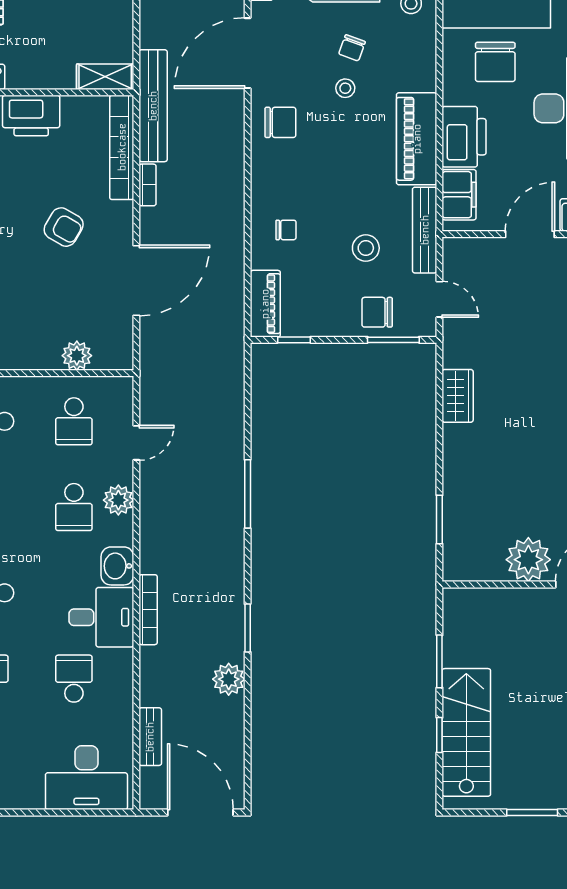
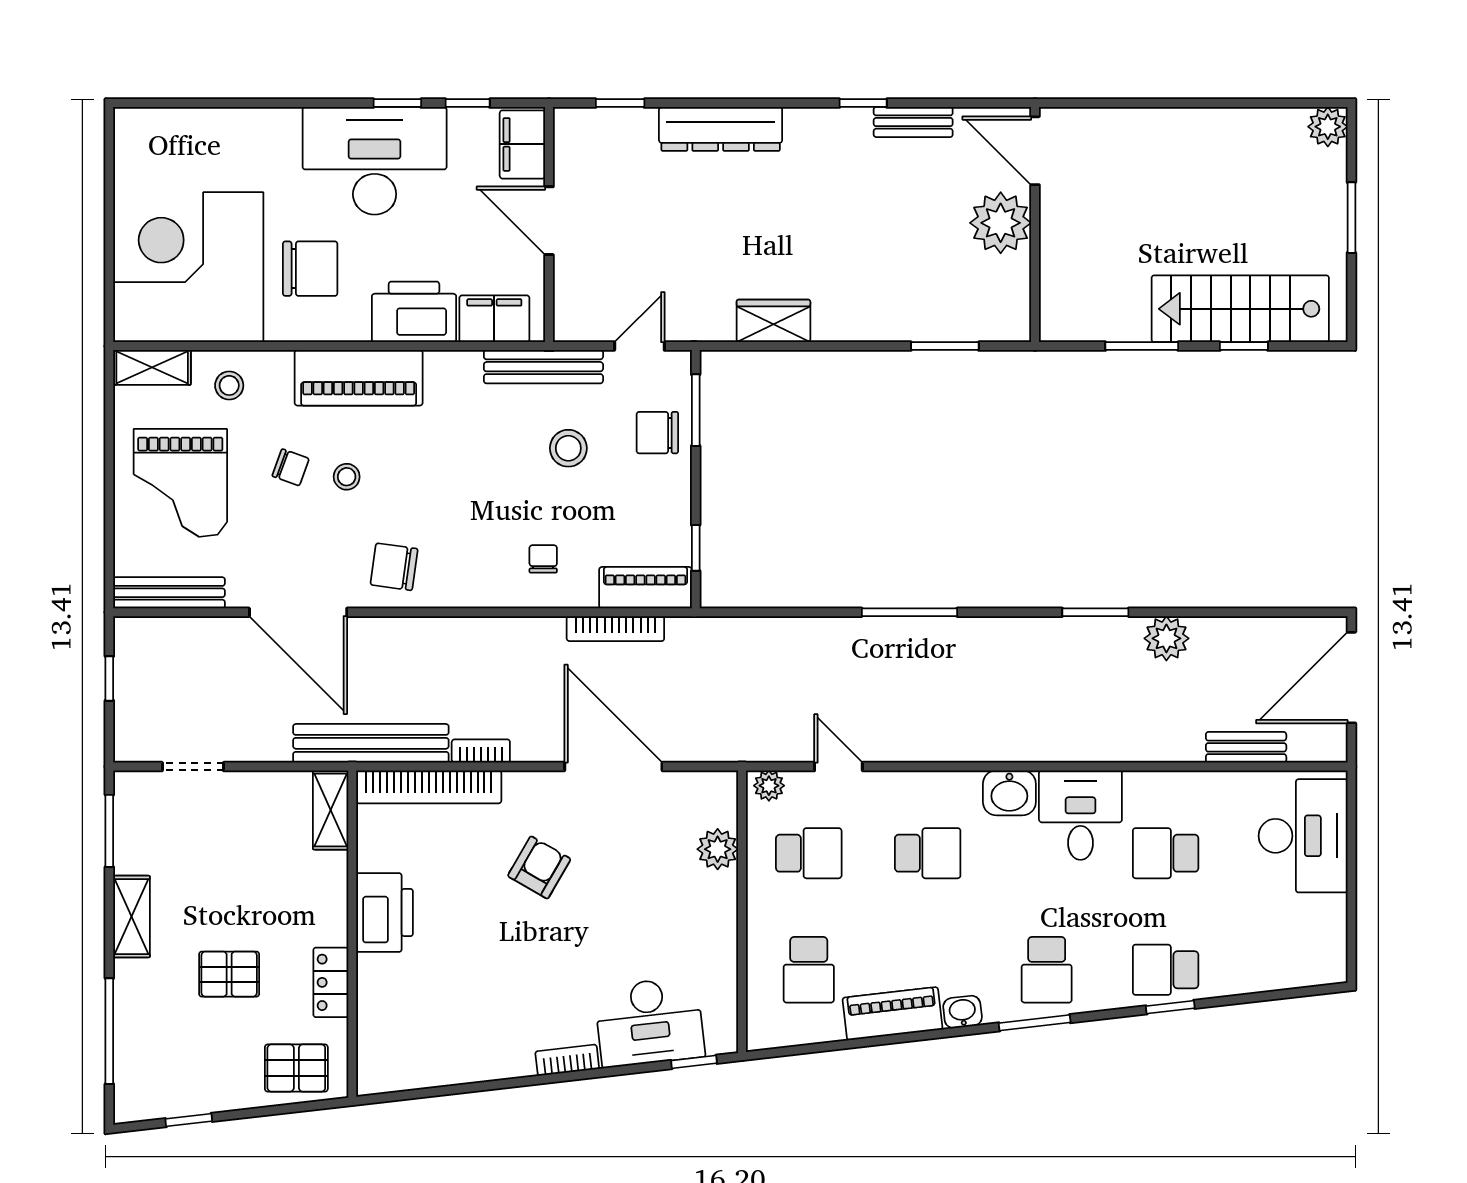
chair: (280, 122) -> (394, 567), turned -82
piano: (417, 139) -> (359, 378), moved
chair: (377, 312) -> (657, 433), turned 90
plant: (118, 500) -> (769, 786), moved, width x0.73, depth x0.73
bookcase: (148, 610) -> (615, 629), moved, turned 180

